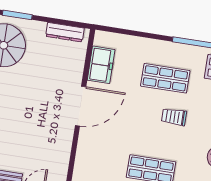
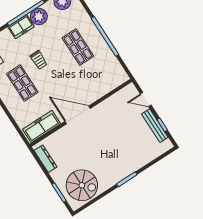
freezer: (101, 65) -> (42, 127), width x1.40

